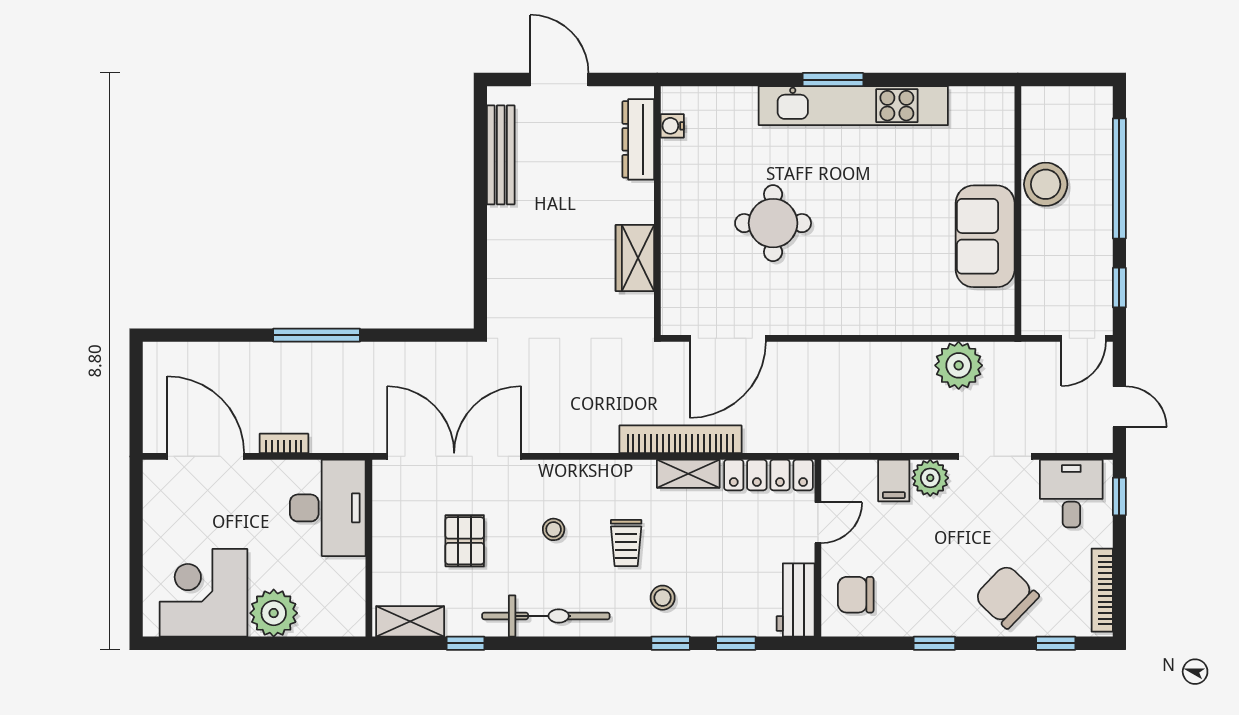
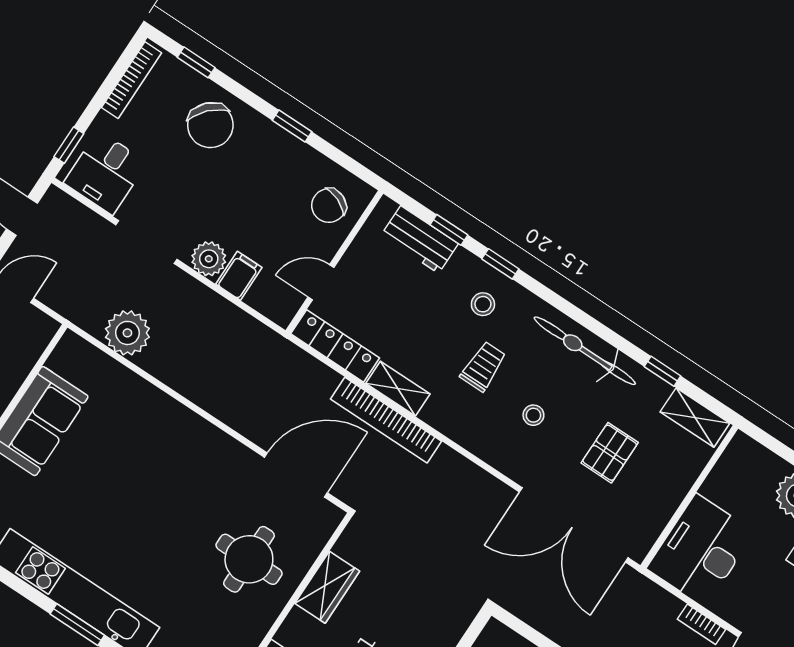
round table: (773, 223) -> (249, 559), moved
chair: (856, 595) -> (329, 205), turned 113
workbench: (796, 600) -> (420, 239), moved, turned 90

